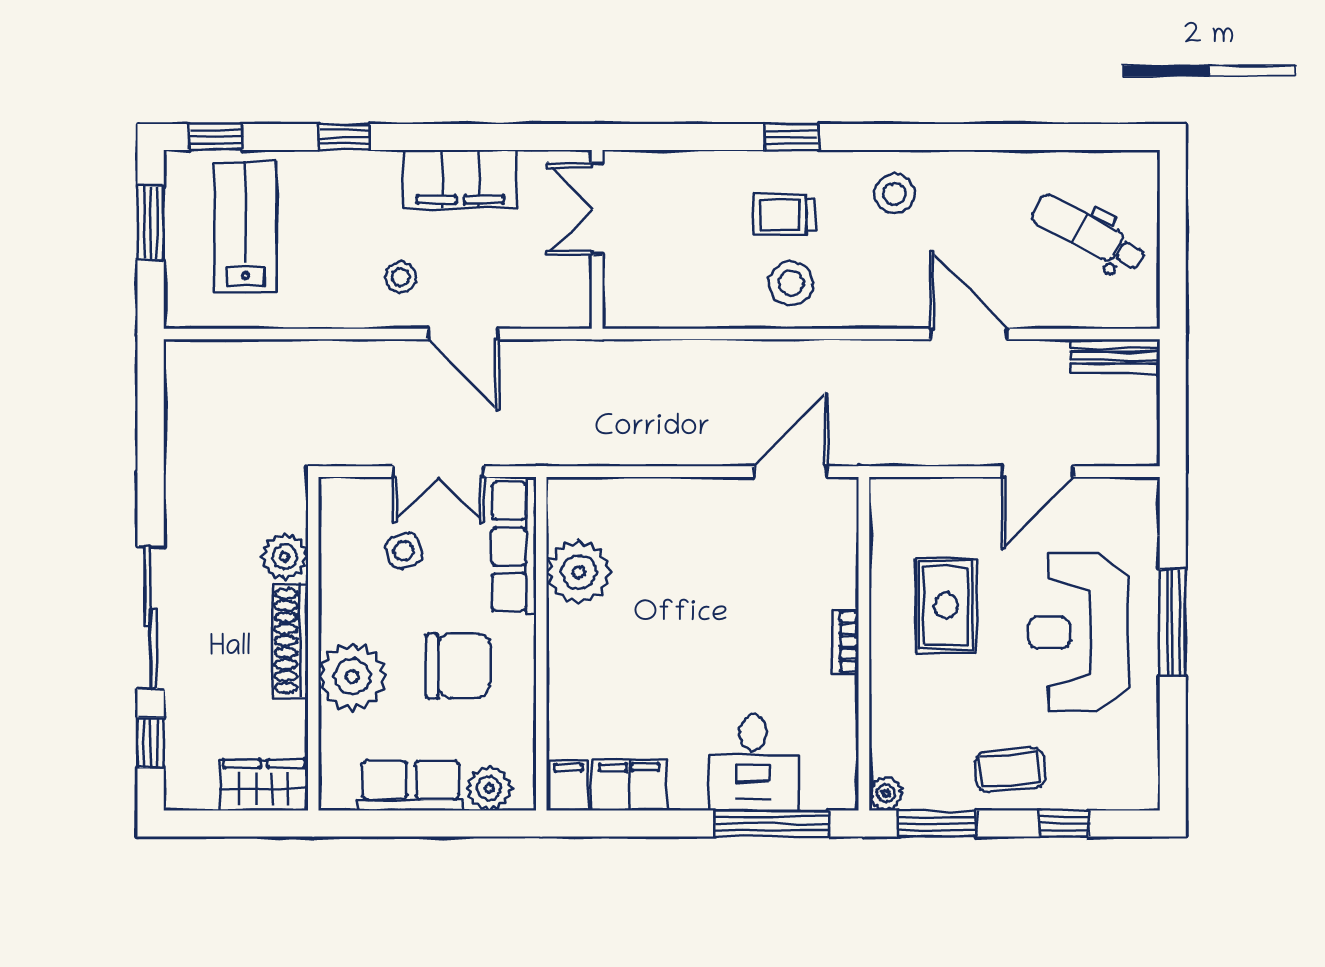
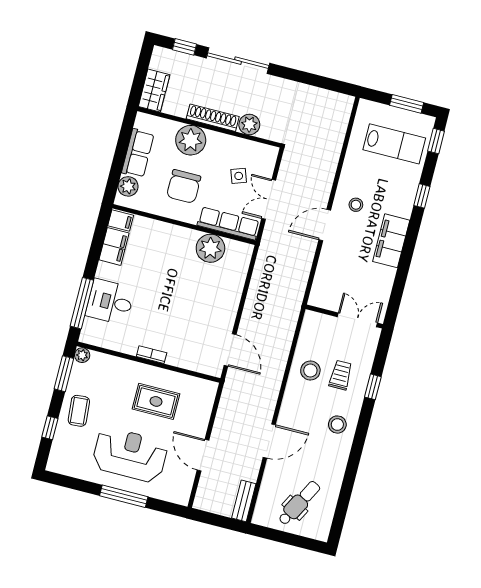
double door: (597, 209) -> (357, 320), moved
wall: (597, 239) -> (344, 316), moved

